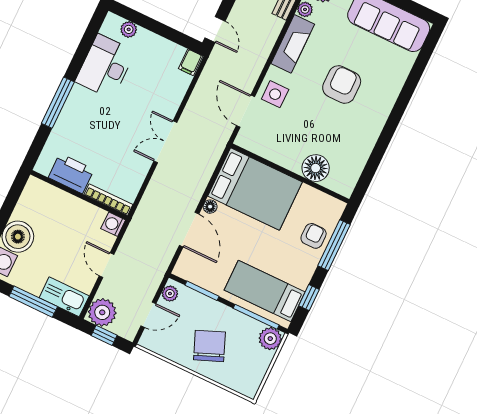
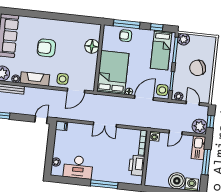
side table: (192, 268) -> (162, 90), added

